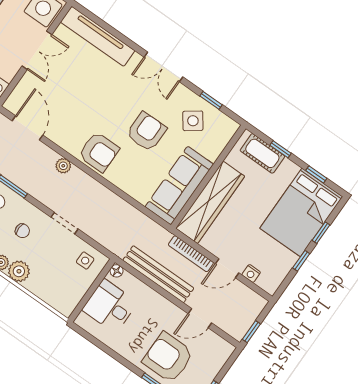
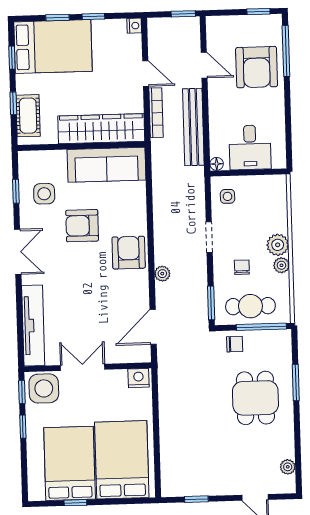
side table: (193, 121) -> (44, 194), turned 36
nightstand: (251, 273) -> (134, 26), moved

